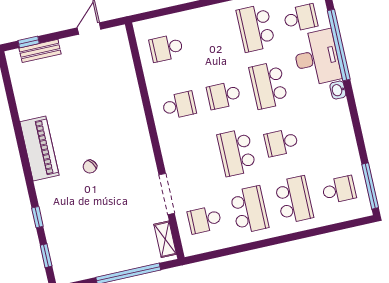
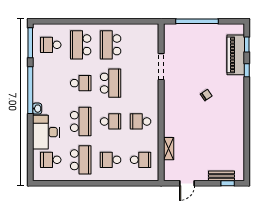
window: (339, 45) -> (30, 90), moved
piano: (39, 149) -> (236, 55), moved
school desk: (205, 220) -> (111, 160), moved, turned 180
shelving: (165, 239) -> (169, 149), moved

